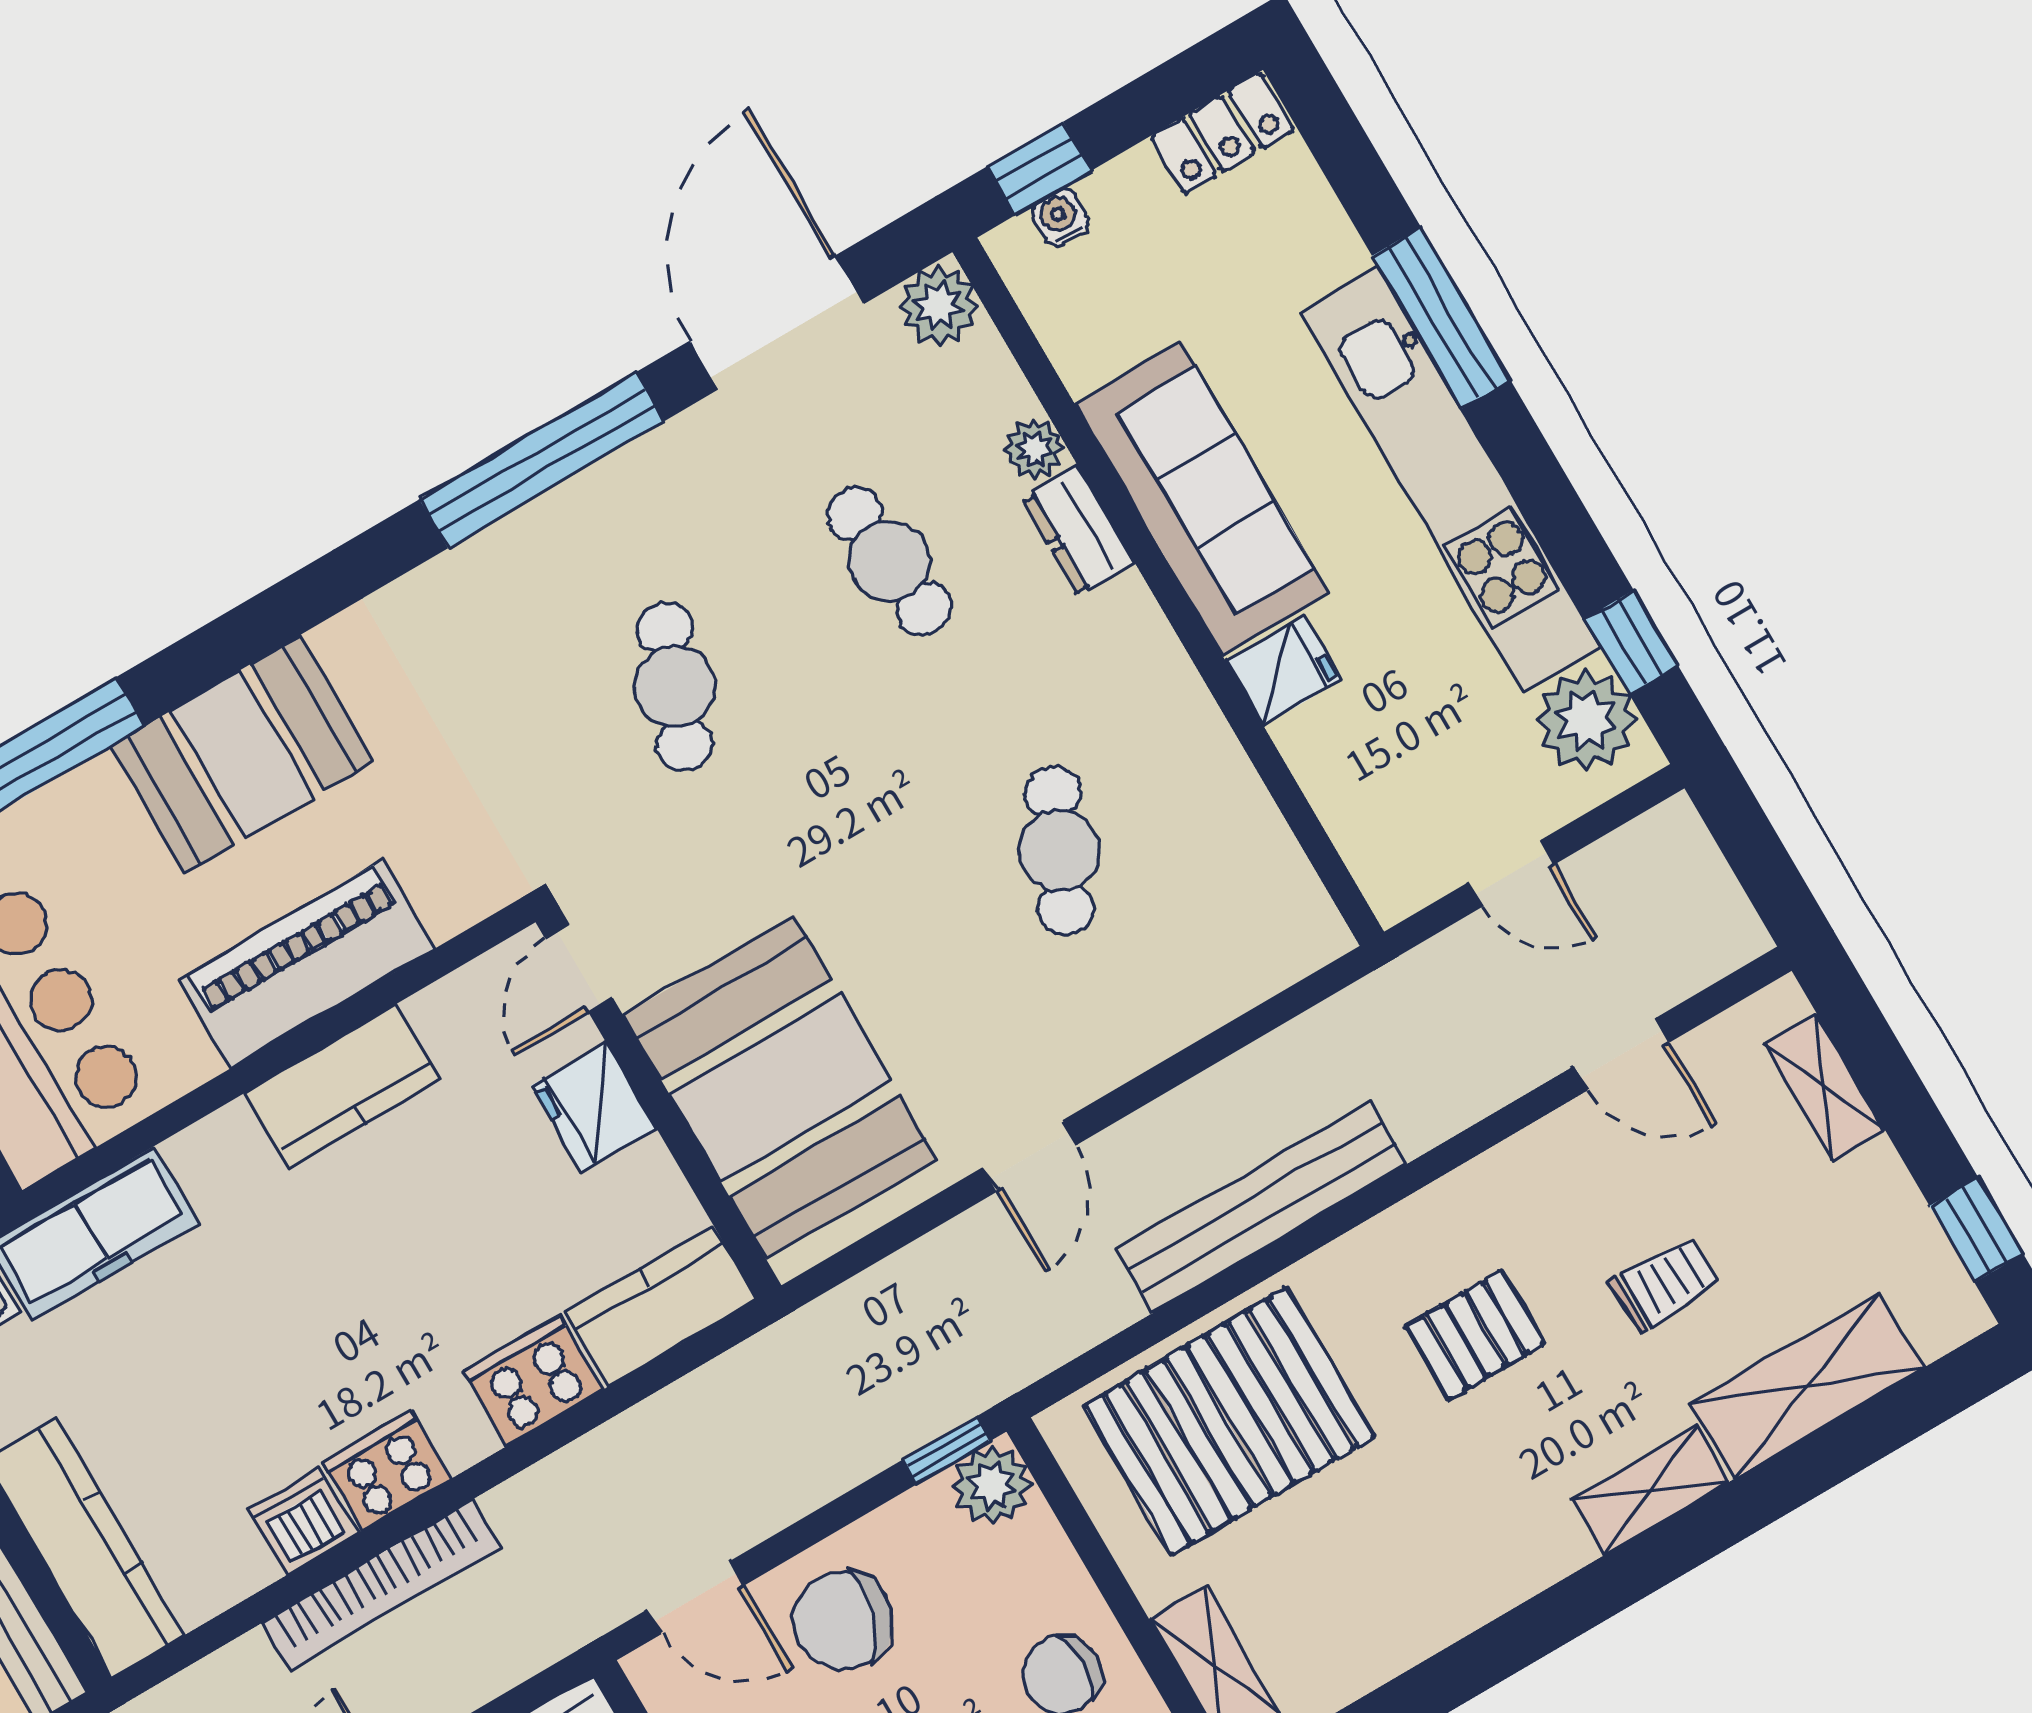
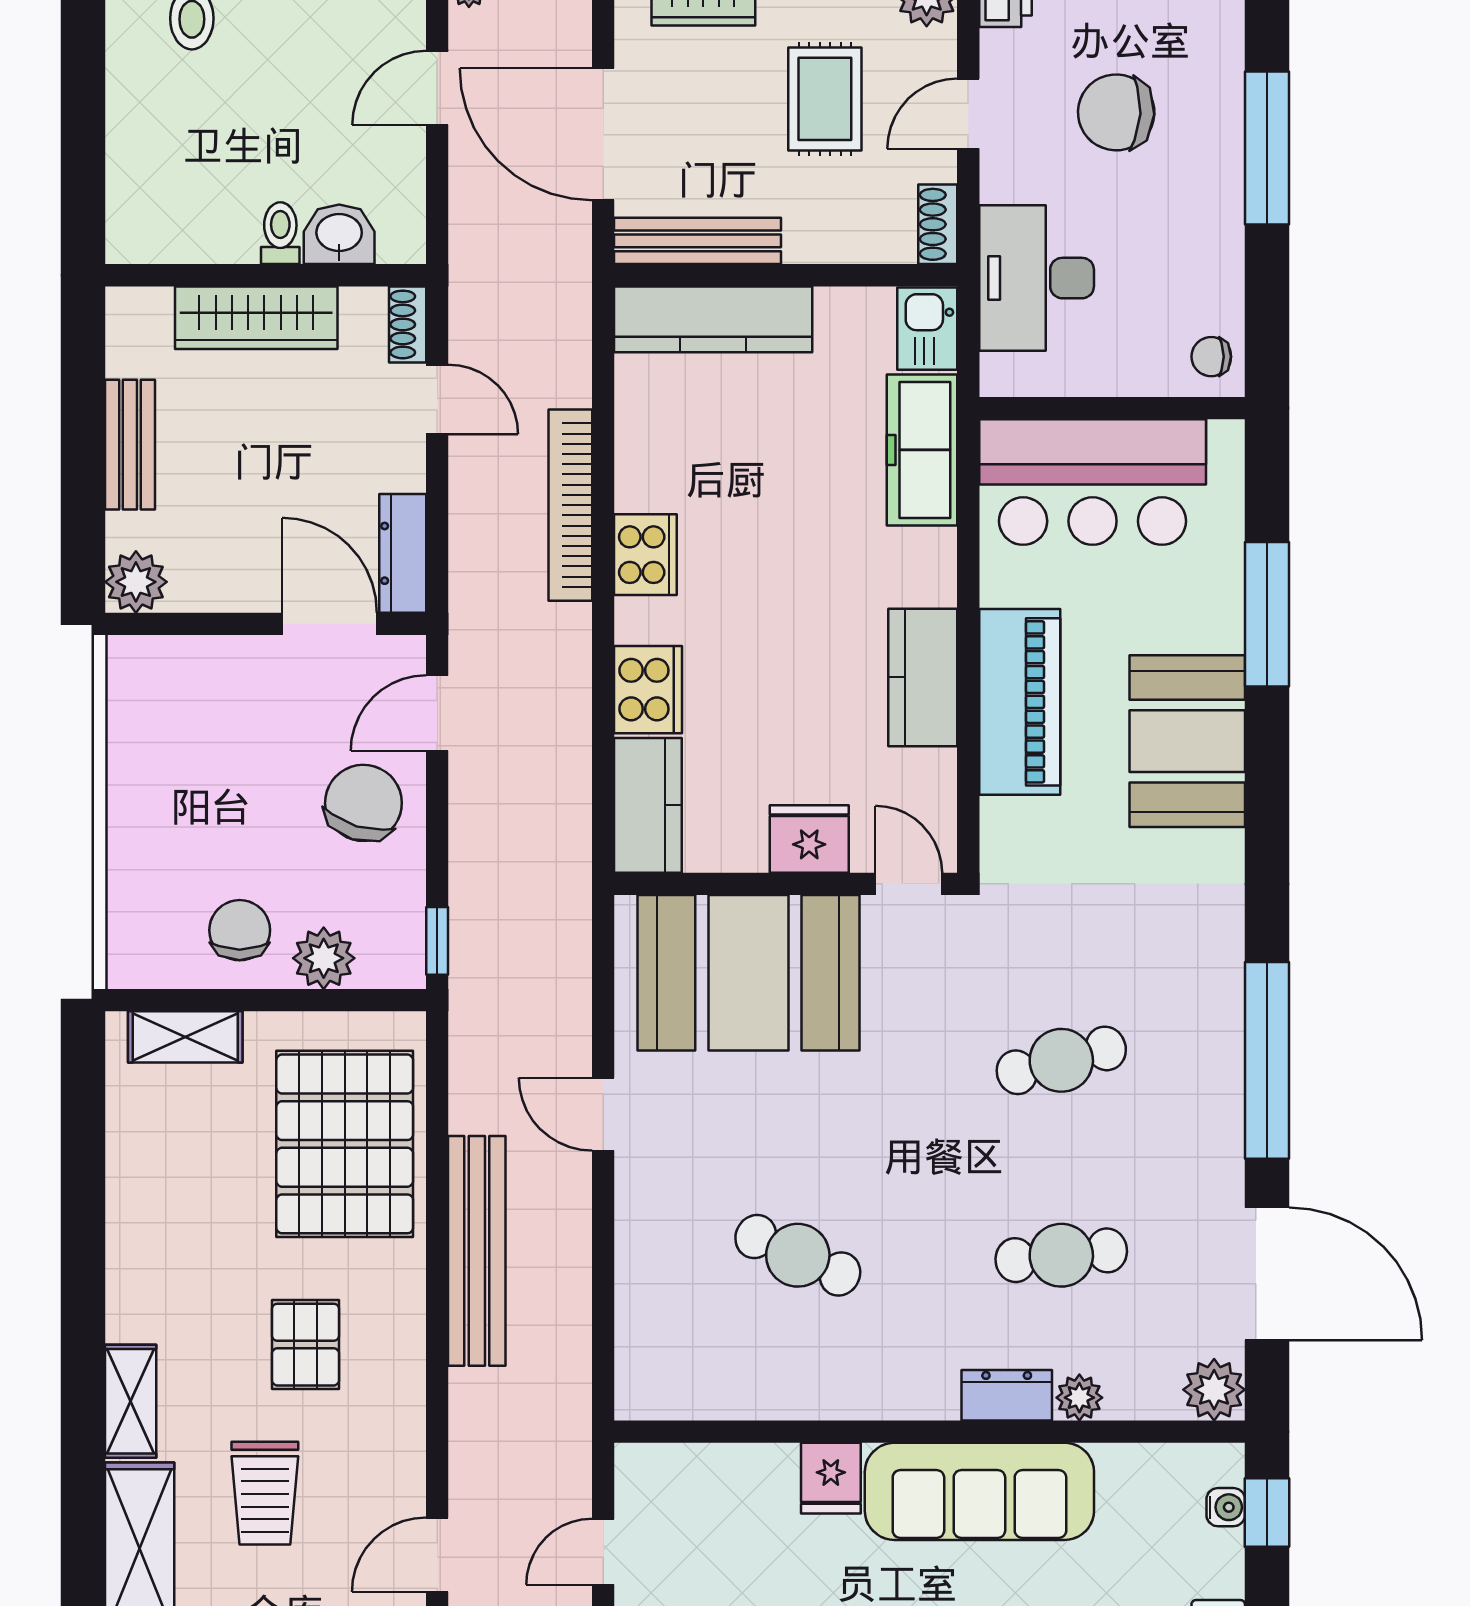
cafe table: (675, 687) -> (1061, 1060), turned -36
trolley: (1665, 1284) -> (265, 1493), width x1.36, depth x1.39
plant: (992, 1485) -> (324, 958), moved
dishwasher: (303, 1522) -> (644, 478), removed

